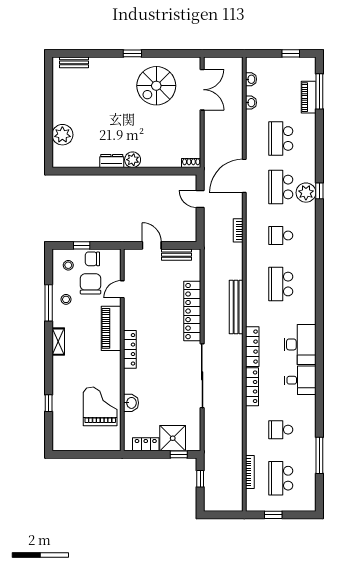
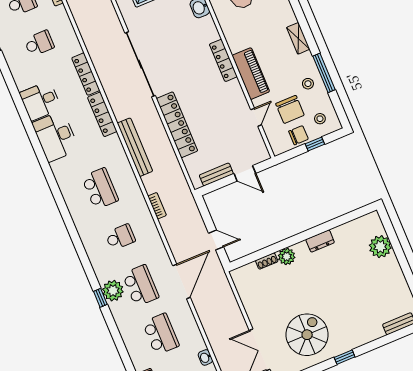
plant: (133, 160) -> (287, 256), moved
shoe rack: (191, 163) -> (267, 261), moved
bookcase: (238, 230) -> (157, 206), moved

